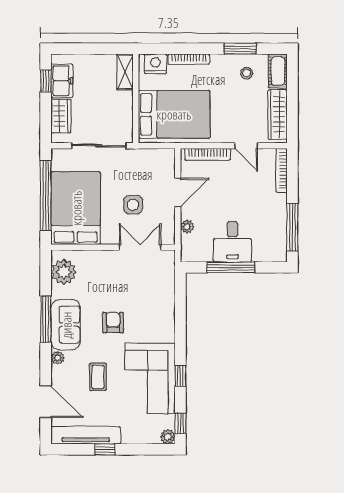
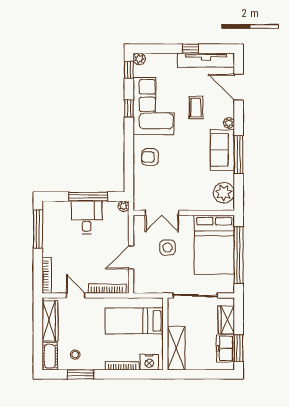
shelving: (125, 72) -> (176, 348), width x1.50, depth x1.33
window: (46, 81) -> (239, 348), width x1.50
bed: (174, 114) -> (134, 321), width x0.67
plant: (187, 227) -> (124, 206), moved
armchair: (113, 323) -> (150, 157), moved, turned 90

